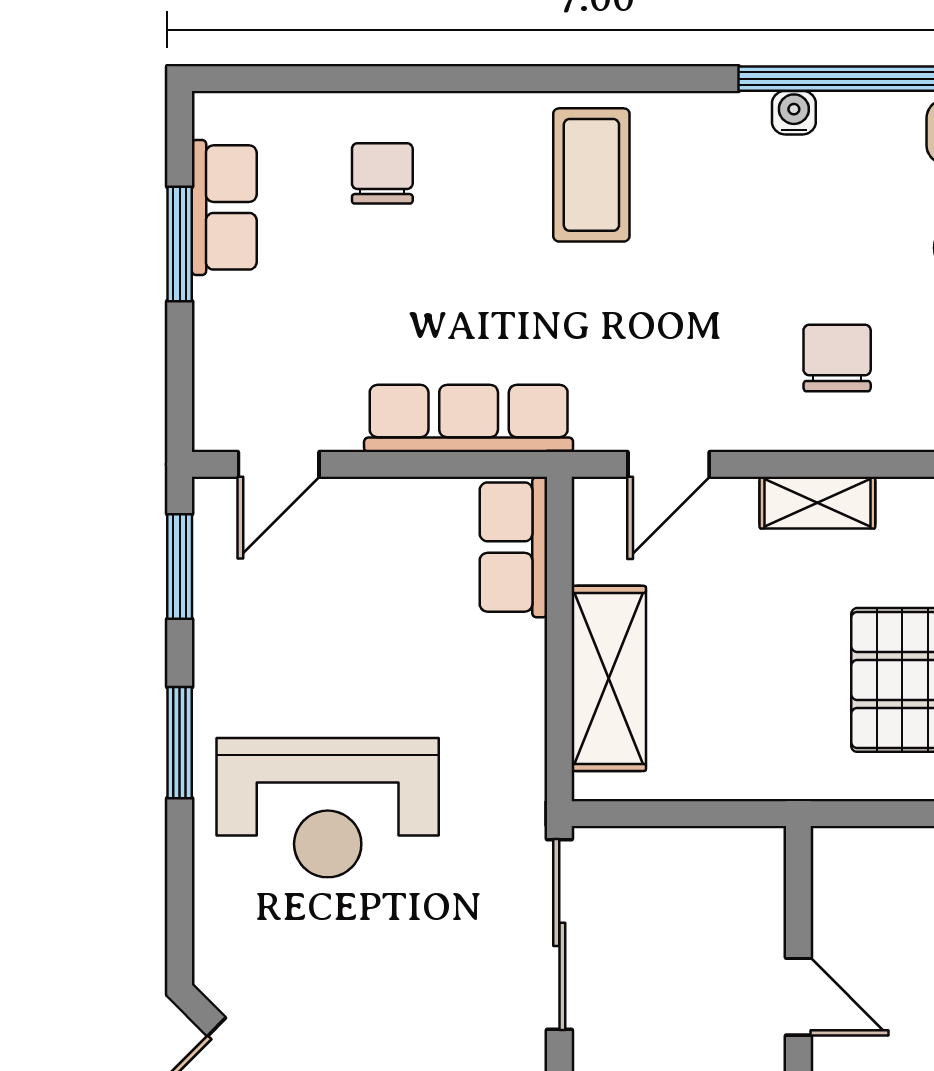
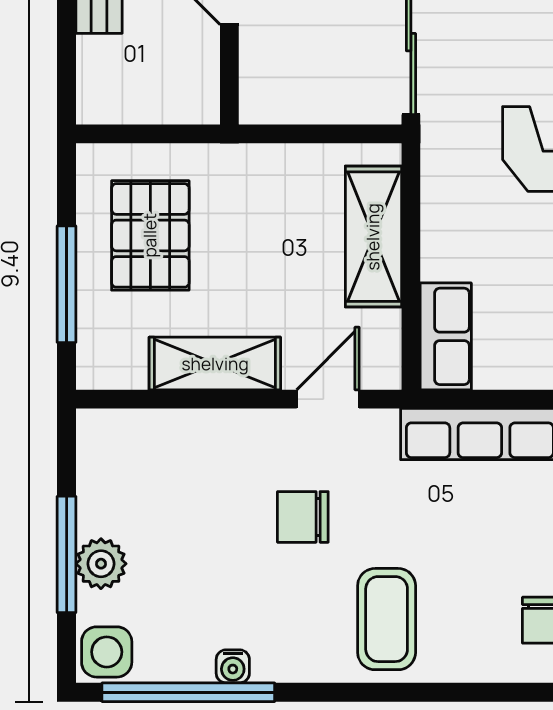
chair: (837, 358) -> (303, 517), moved, turned 90
shelving: (817, 503) -> (215, 364), width x1.50, depth x1.33

